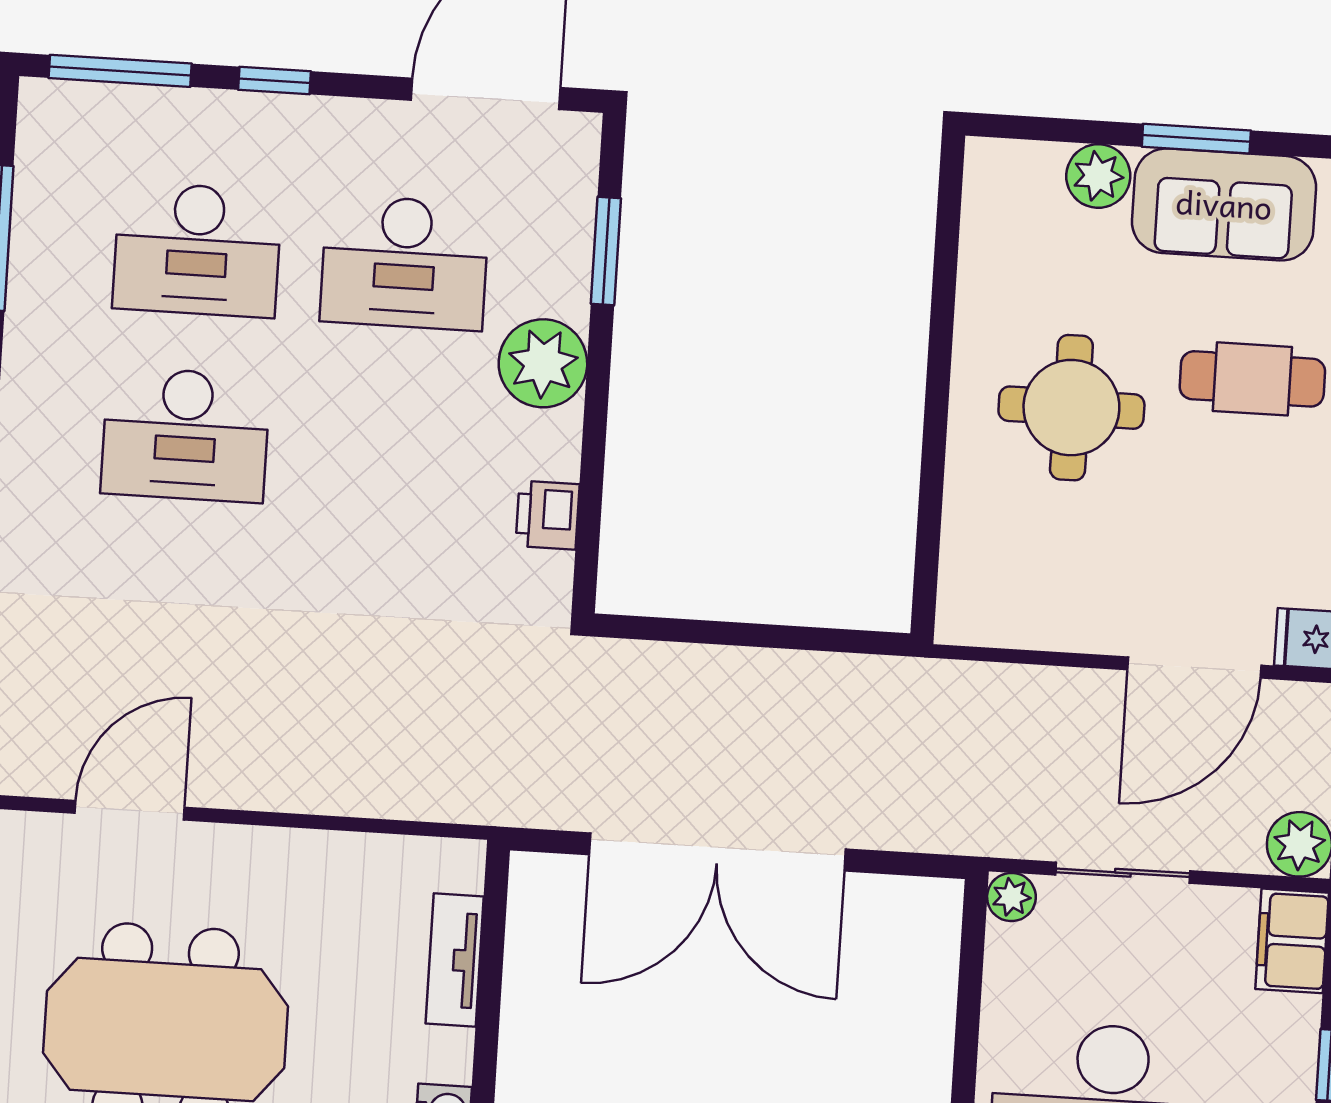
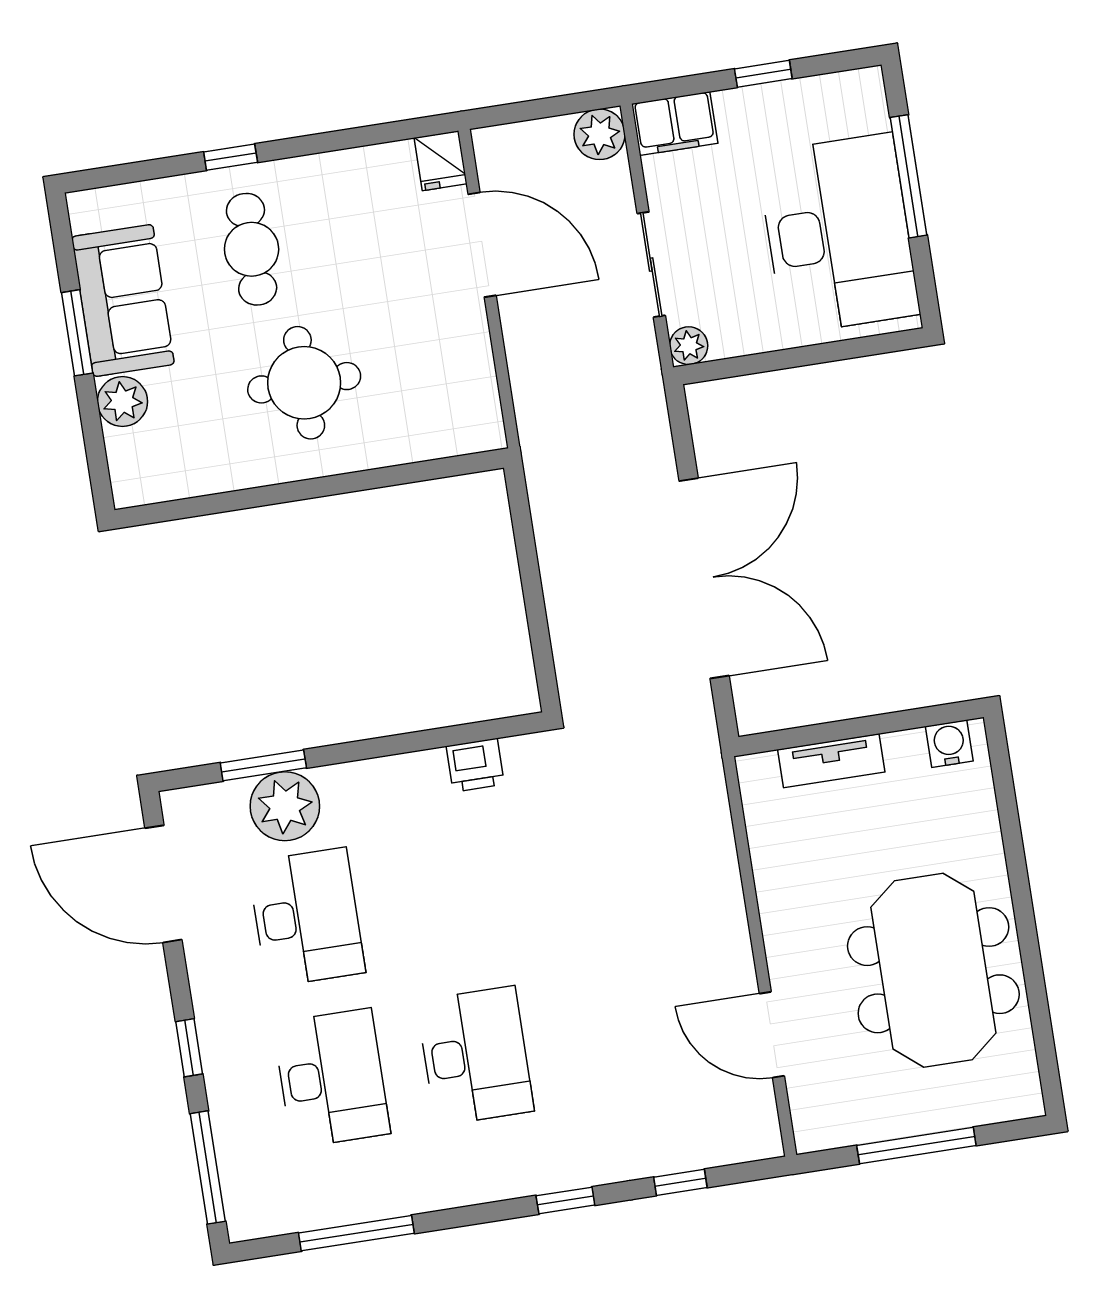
plant: (543, 363) -> (285, 806), moved

